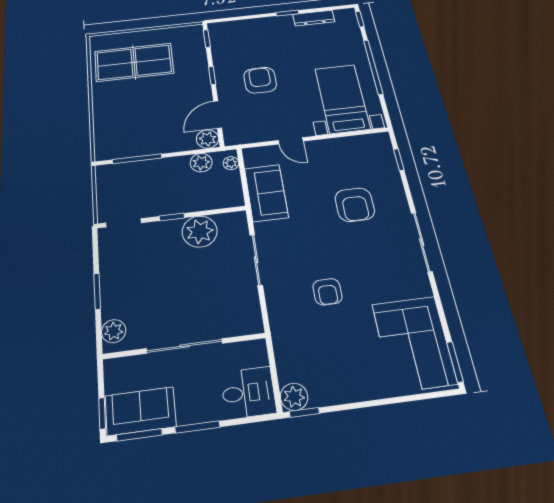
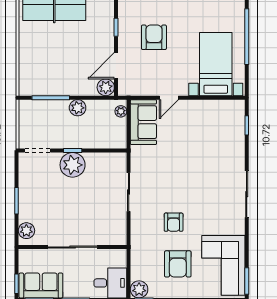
door: (291, 141) -> (169, 98), hinge flipped
plant: (201, 163) -> (78, 108), moved
sofa: (266, 193) -> (143, 122), moved
armchair: (355, 205) -> (178, 264), moved
plant: (200, 232) -> (73, 165), moved

